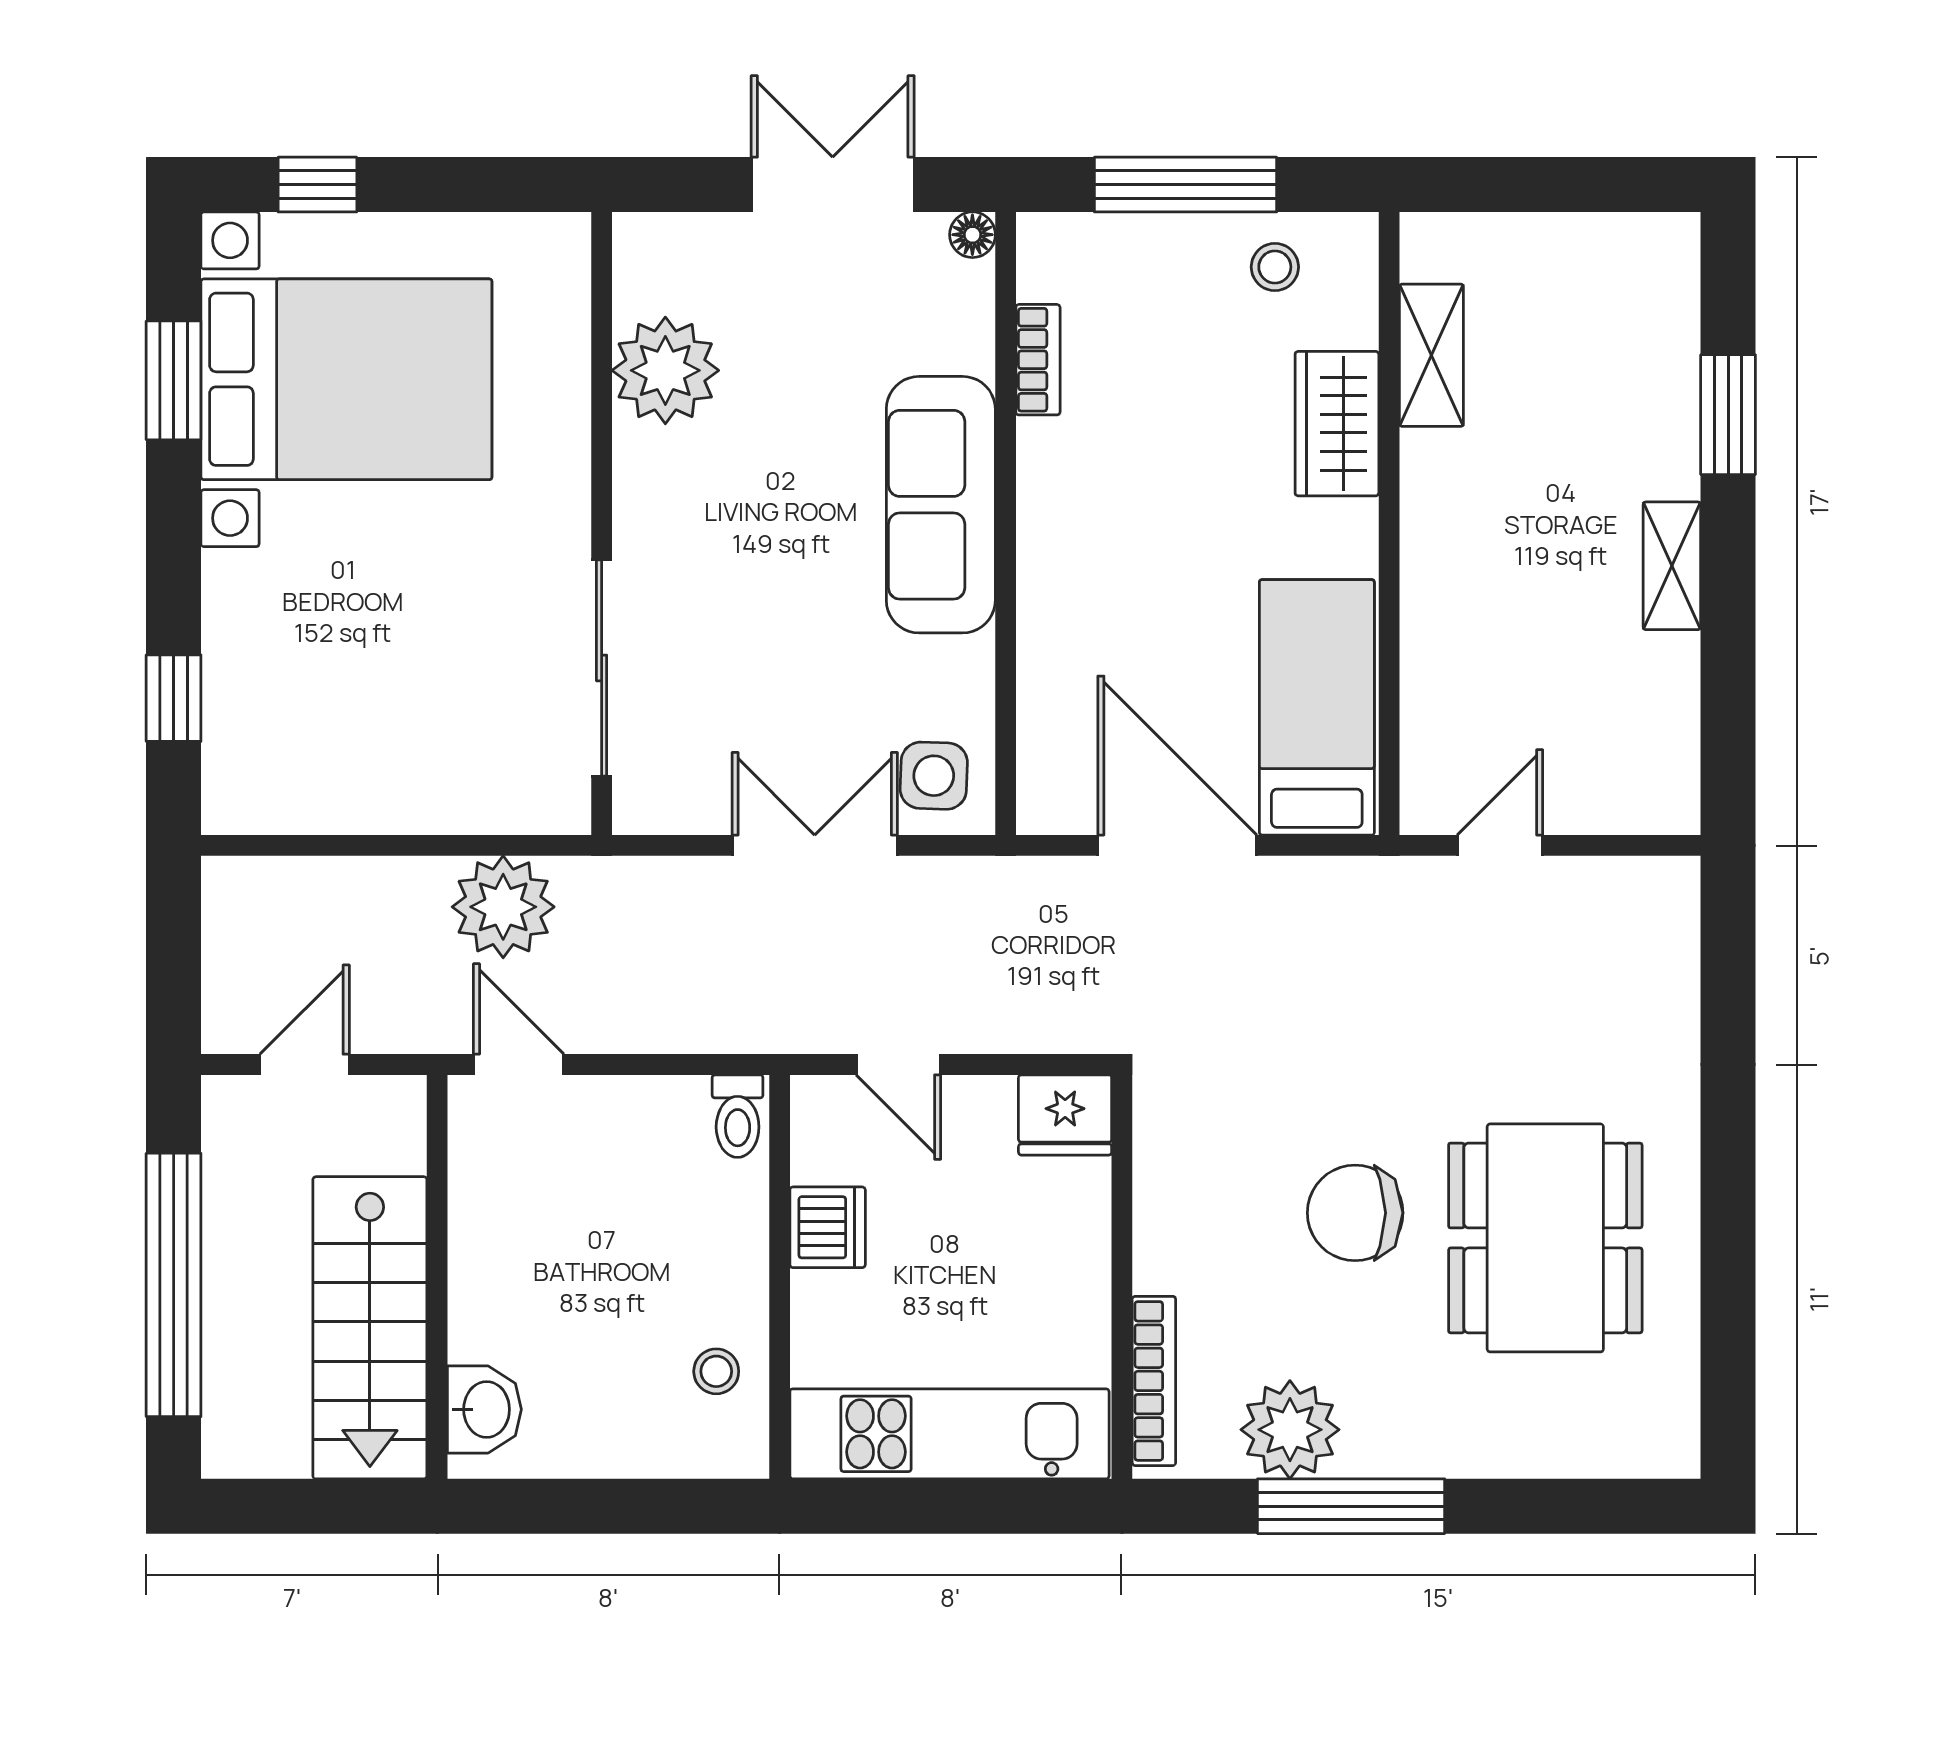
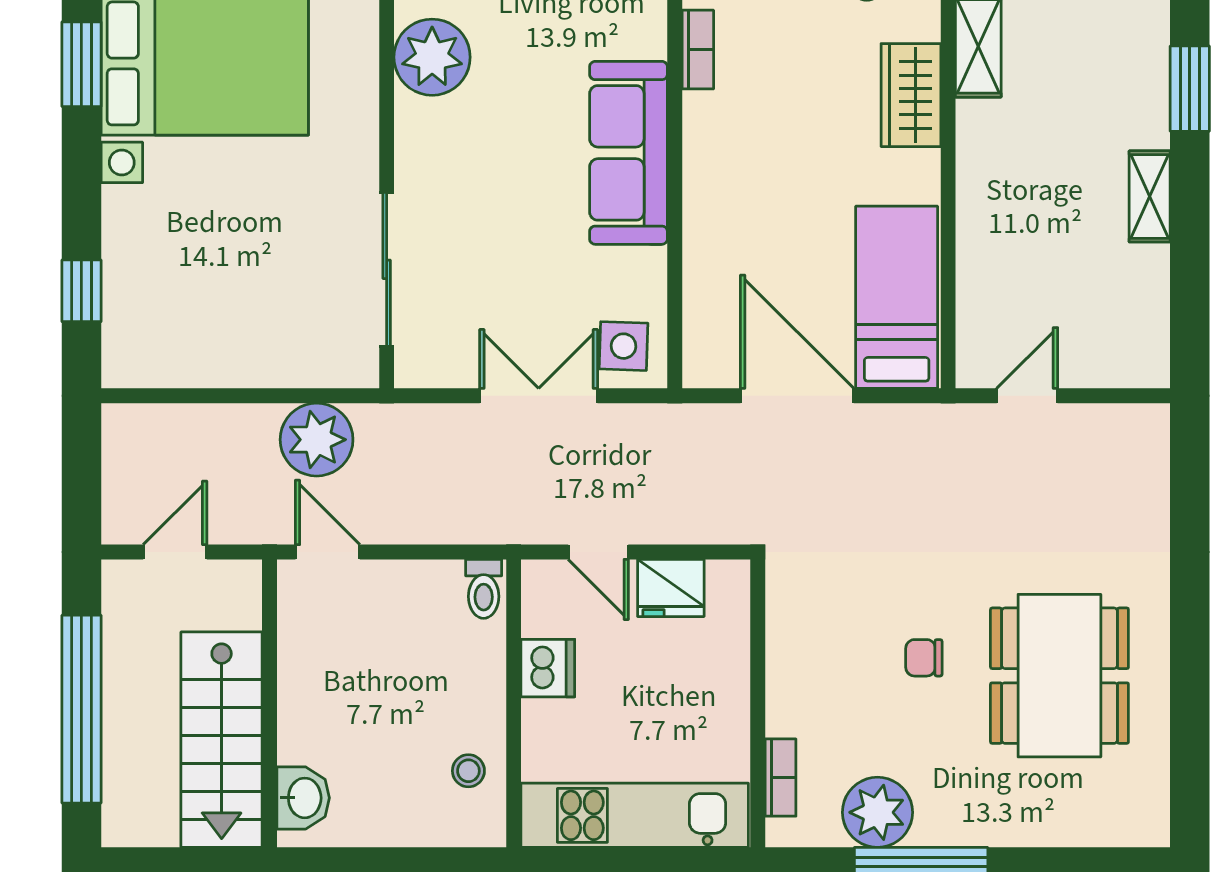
fridge: (1065, 1115) -> (671, 588), moved
chair: (1355, 1213) -> (924, 658), width x0.54, depth x0.54
bookcase: (1154, 1381) -> (780, 778), width x0.64

